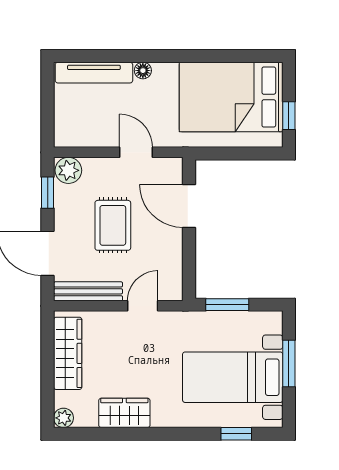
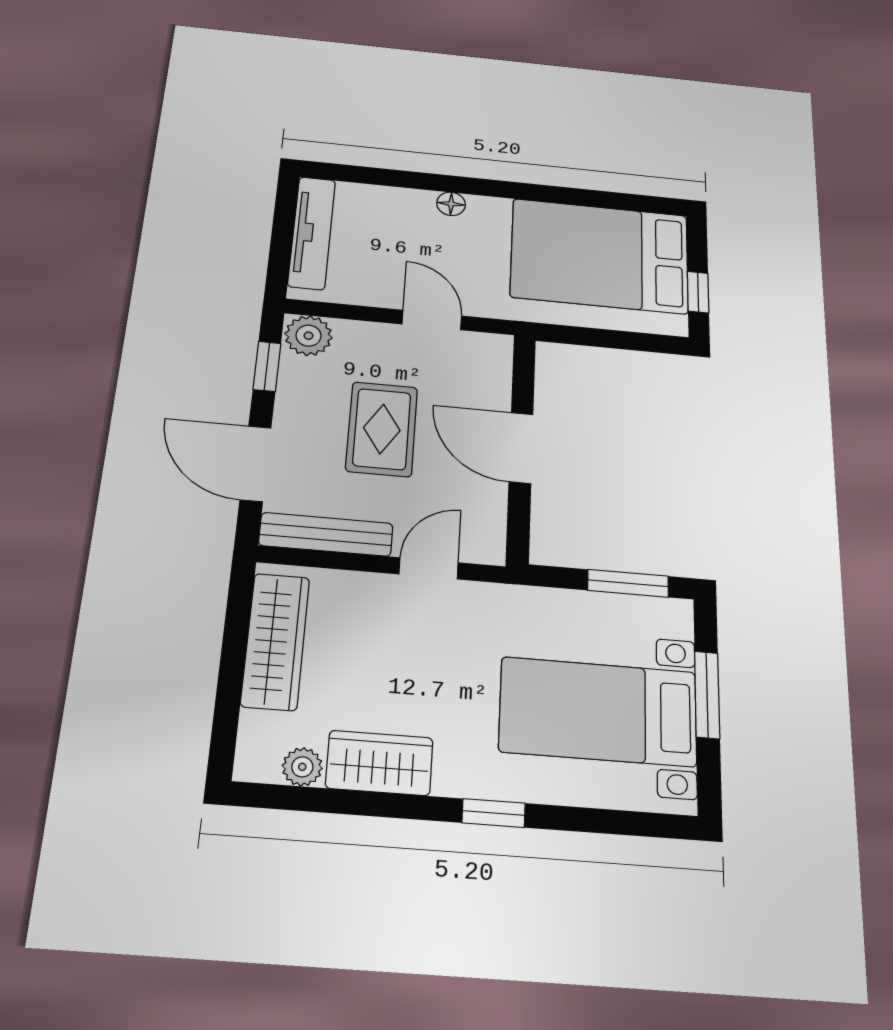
tv unit: (94, 73) -> (312, 233), moved, turned -90
door: (189, 206) -> (521, 448), moved
window: (227, 305) -> (628, 583), moved
plant: (64, 418) -> (302, 767), moved
window: (236, 434) -> (494, 813), moved

